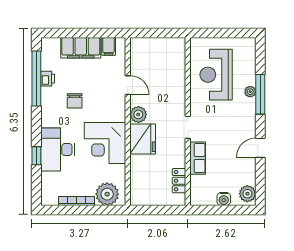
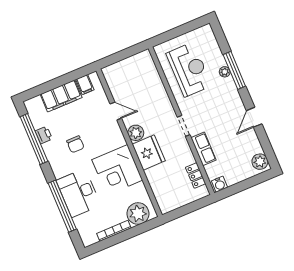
reception desk: (216, 75) -> (189, 70), turned 180
window: (36, 156) -> (62, 206), width x3.17
water cooler: (224, 199) -> (220, 184), moved

